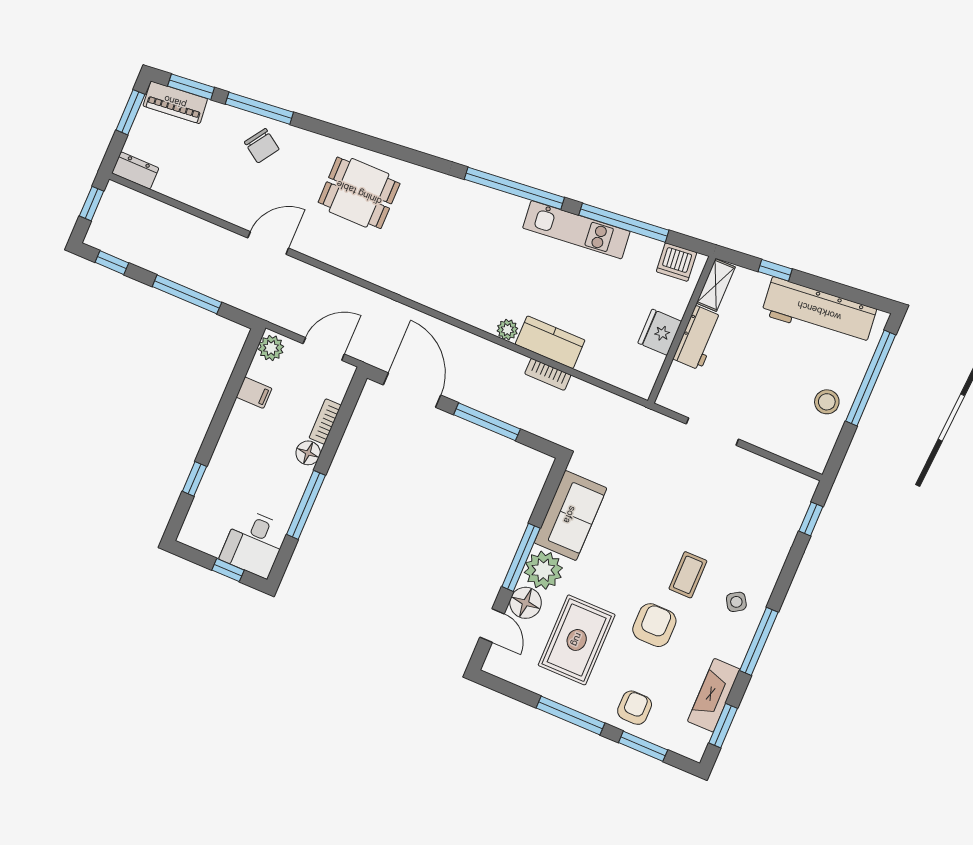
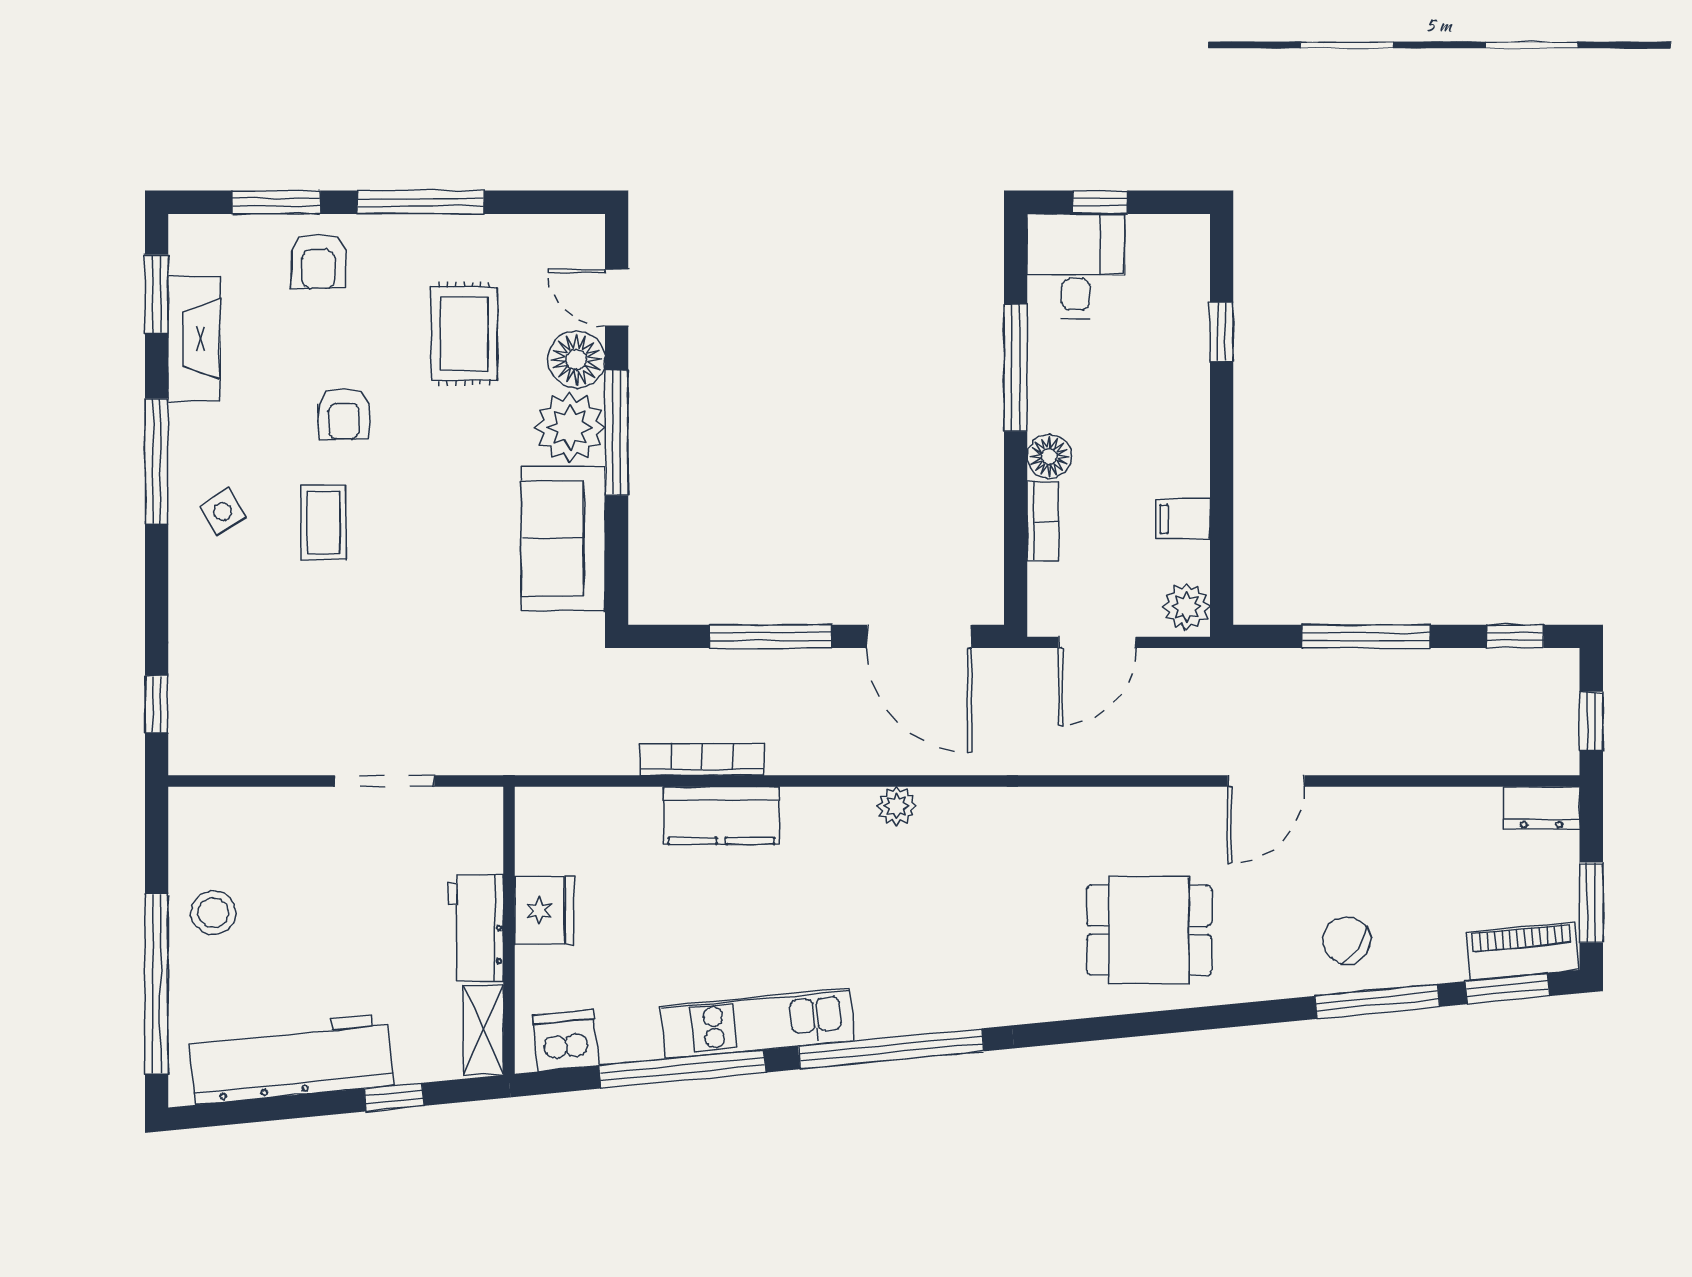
plant: (507, 330) -> (897, 806), moved
bookcase: (548, 374) -> (702, 760), width x1.56
armchair: (654, 625) -> (344, 414), width x0.72, depth x0.72
rug: (577, 640) -> (464, 334), width x0.73, depth x0.70

